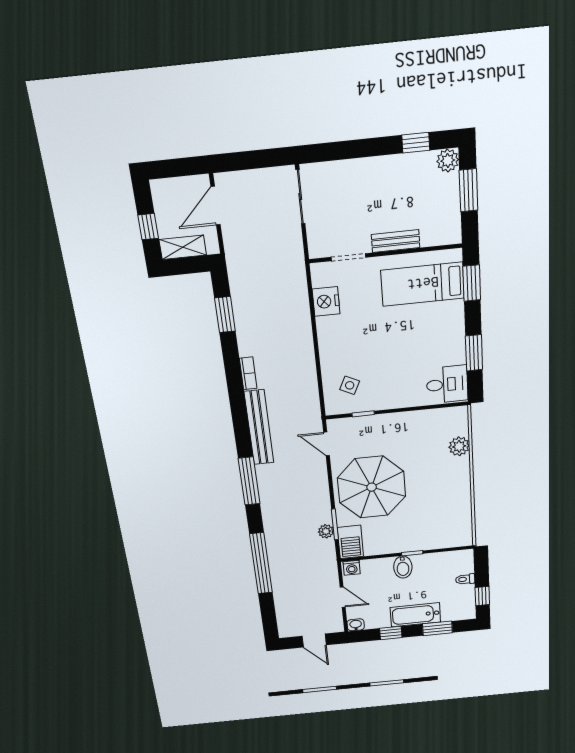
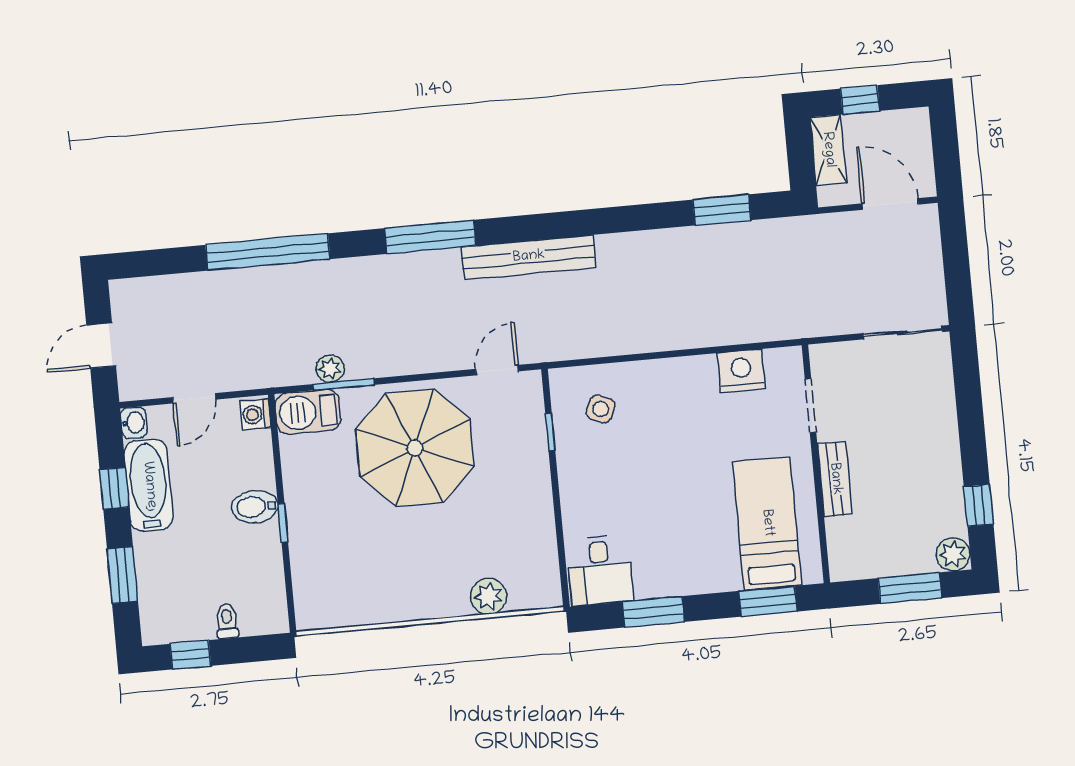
bookcase: (248, 373) -> (624, 243), removed
bathtub: (415, 615) -> (149, 485), moved

